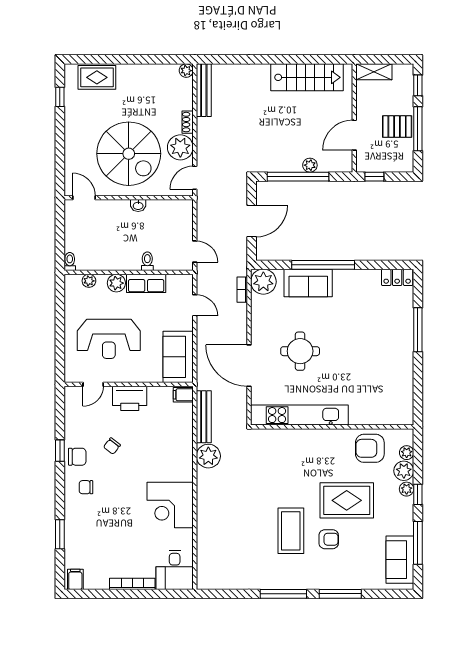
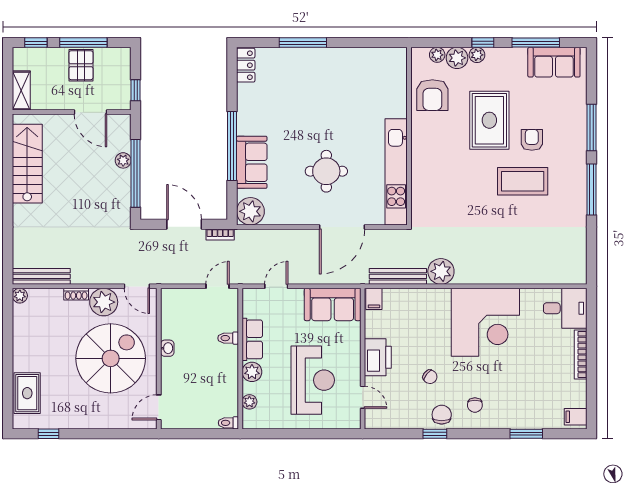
bookcase: (242, 290) -> (220, 234), moved
corner desk: (170, 505) -> (485, 322), width x1.36, depth x1.36

